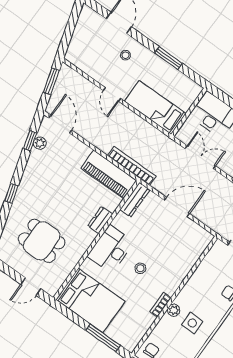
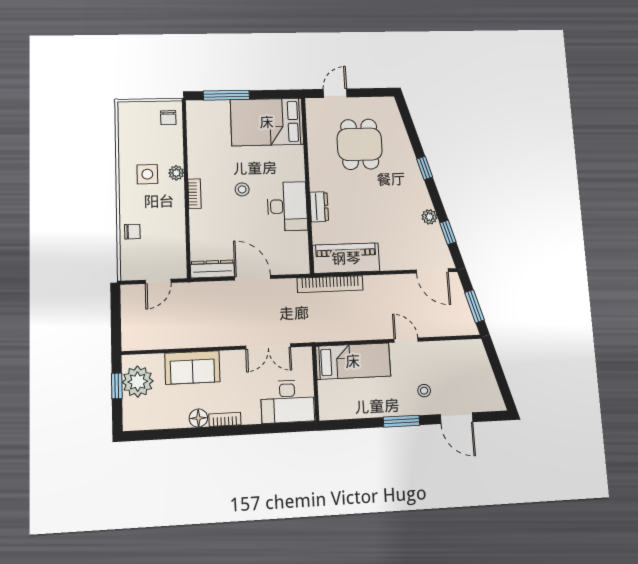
window: (168, 58) -> (401, 421), moved
plant: (40, 143) -> (429, 217), moved
dresser: (135, 200) -> (212, 269), moved, turned 90
door: (177, 207) -> (253, 278), swing flipped
dining table: (42, 241) -> (360, 144), turned 90
desk: (111, 249) -> (287, 206), moved
bookcase: (160, 305) -> (195, 194), moved

